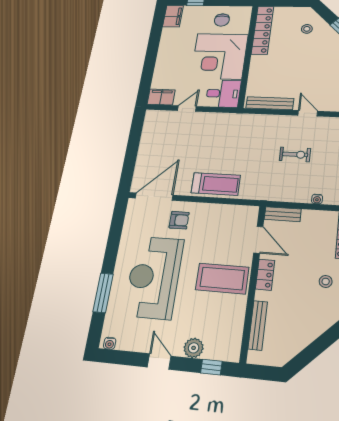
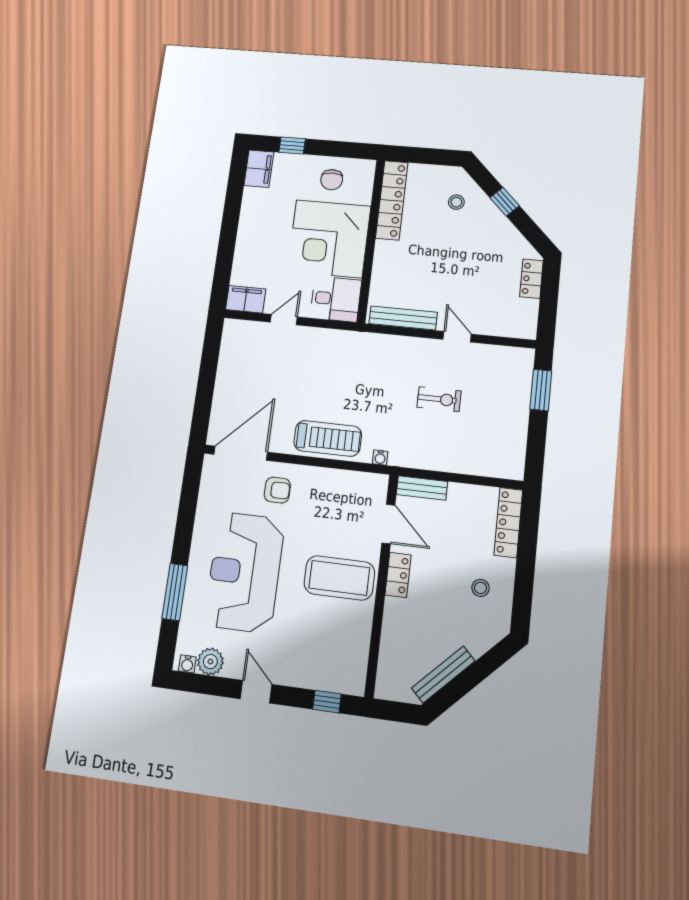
water cooler: (317, 199) -> (380, 458), moved
bench: (258, 325) -> (443, 675), moved, turned 45
plant: (194, 348) -> (210, 662), moved

